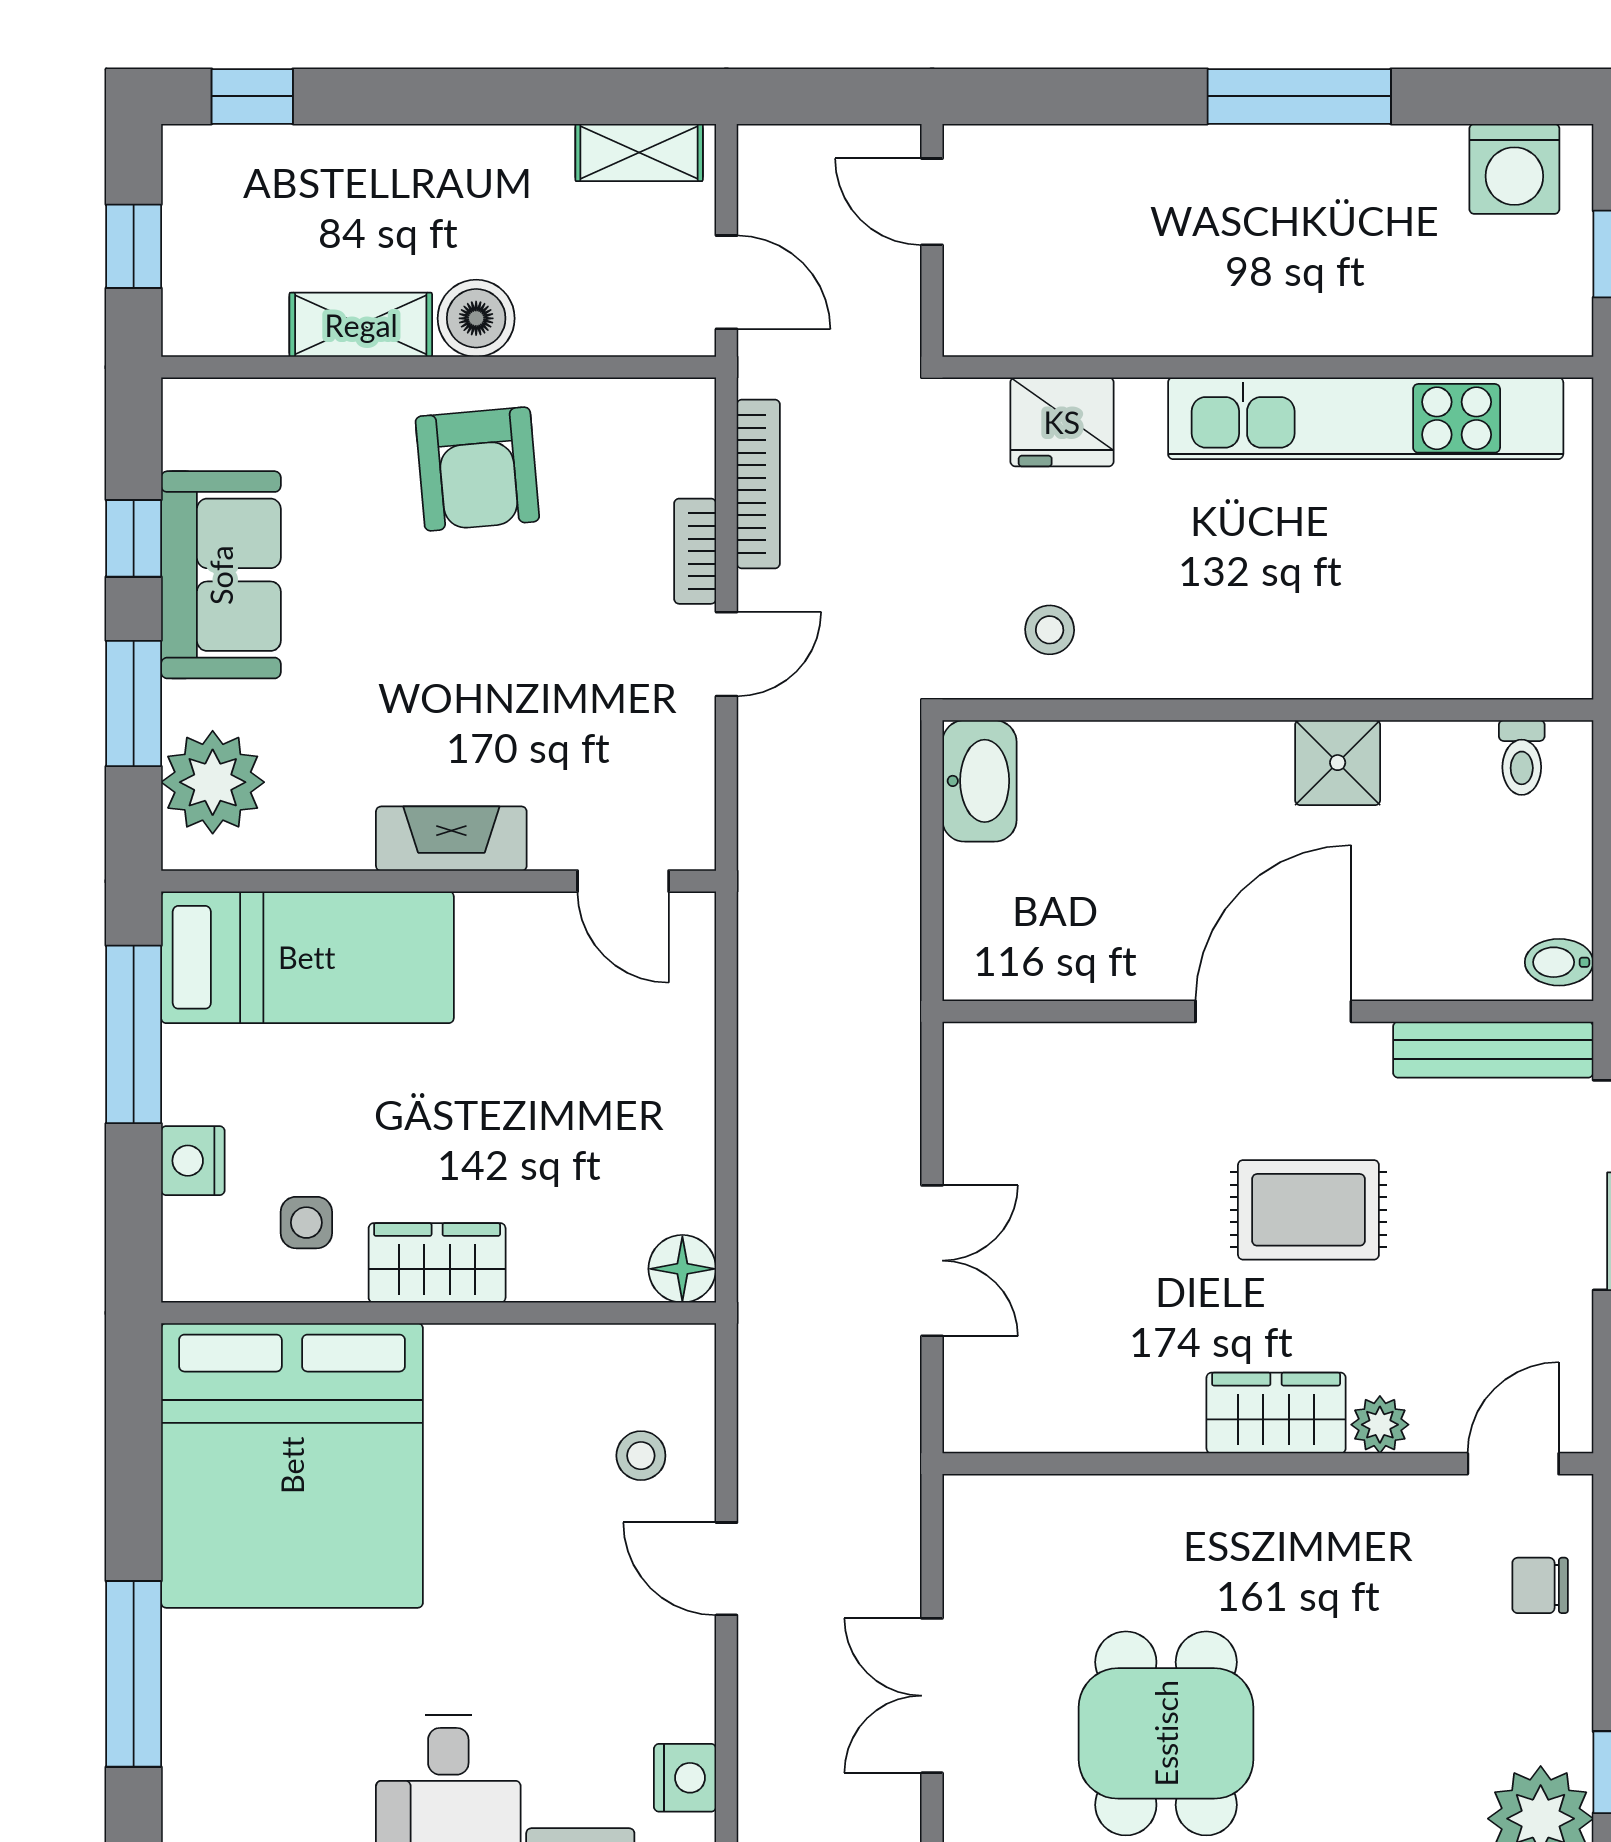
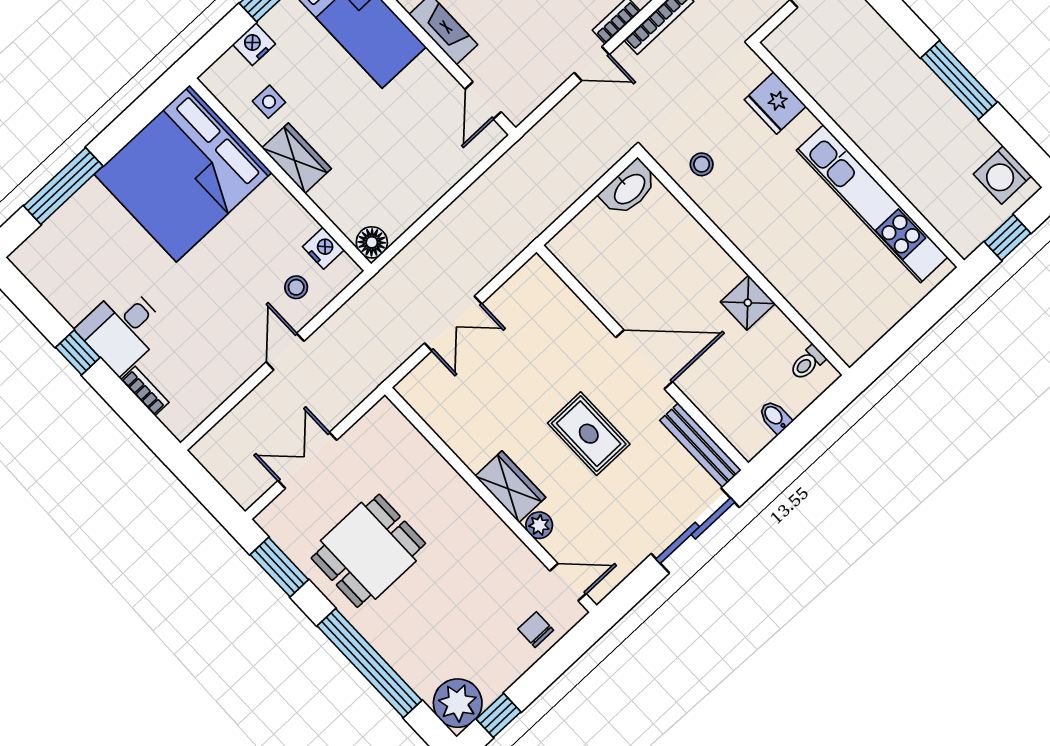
bidet: (1559, 962) -> (775, 417), moved
nightstand: (685, 1778) -> (323, 248), moved, turned -90

